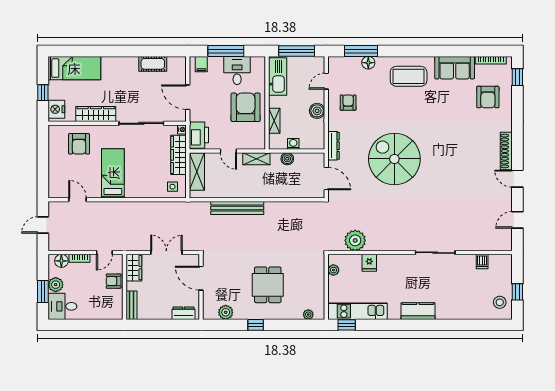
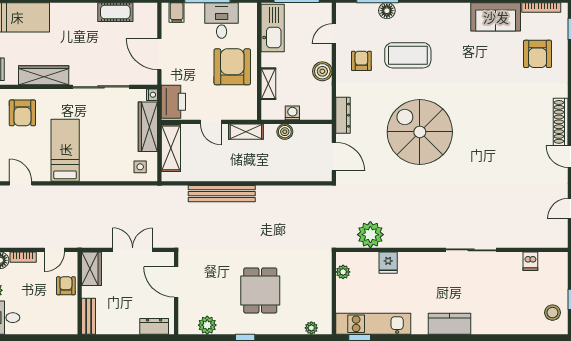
coffee table: (409, 76) -> (408, 55), moved
armchair: (114, 281) -> (66, 286), turned 90

